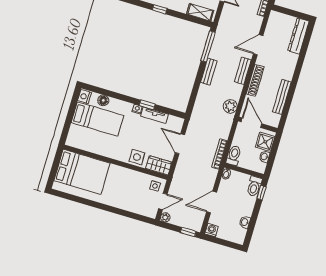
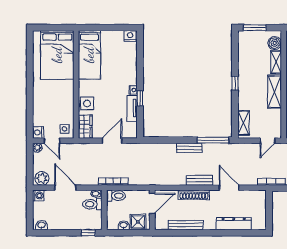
dresser: (298, 36) -> (234, 224), moved
floor lamp: (103, 100) -> (132, 55), removed
plant: (230, 106) -> (42, 178), moved
bed: (97, 119) -> (89, 55), moved
toilet: (254, 186) -> (92, 204), moved
nightstand: (151, 212) -> (38, 132), added
washbasin: (245, 222) -> (42, 225), moved
window: (188, 232) -> (30, 174), removed

